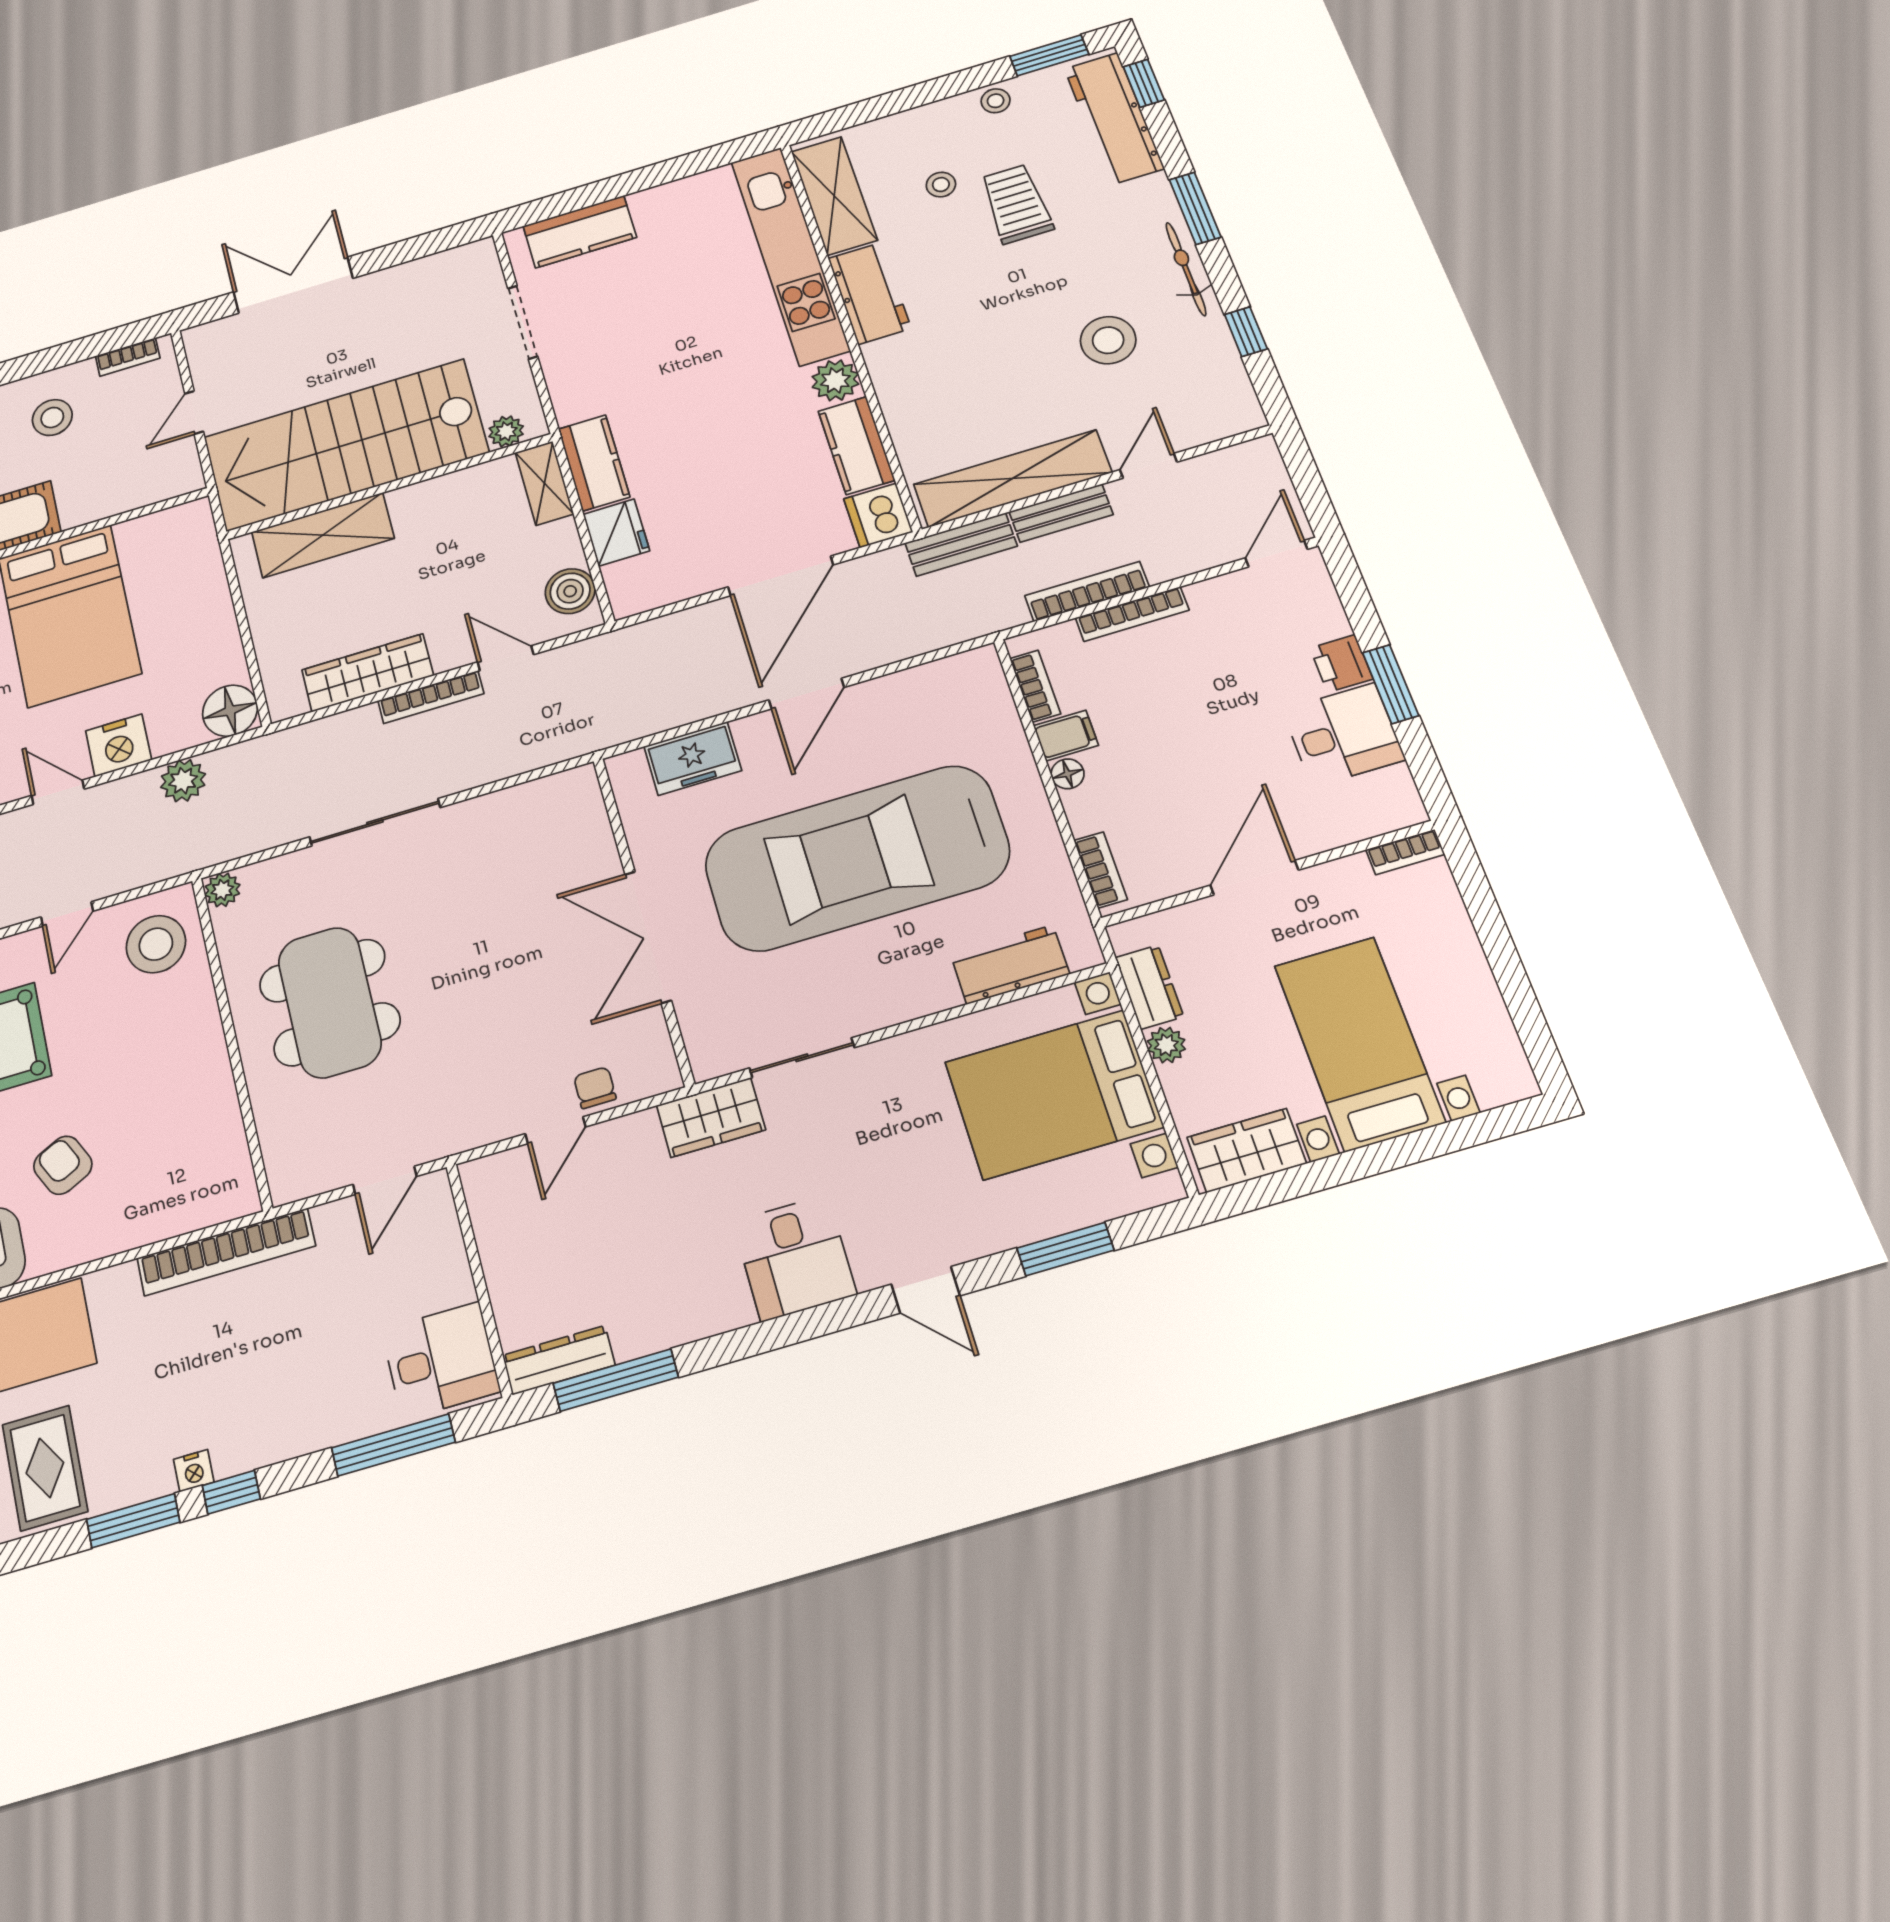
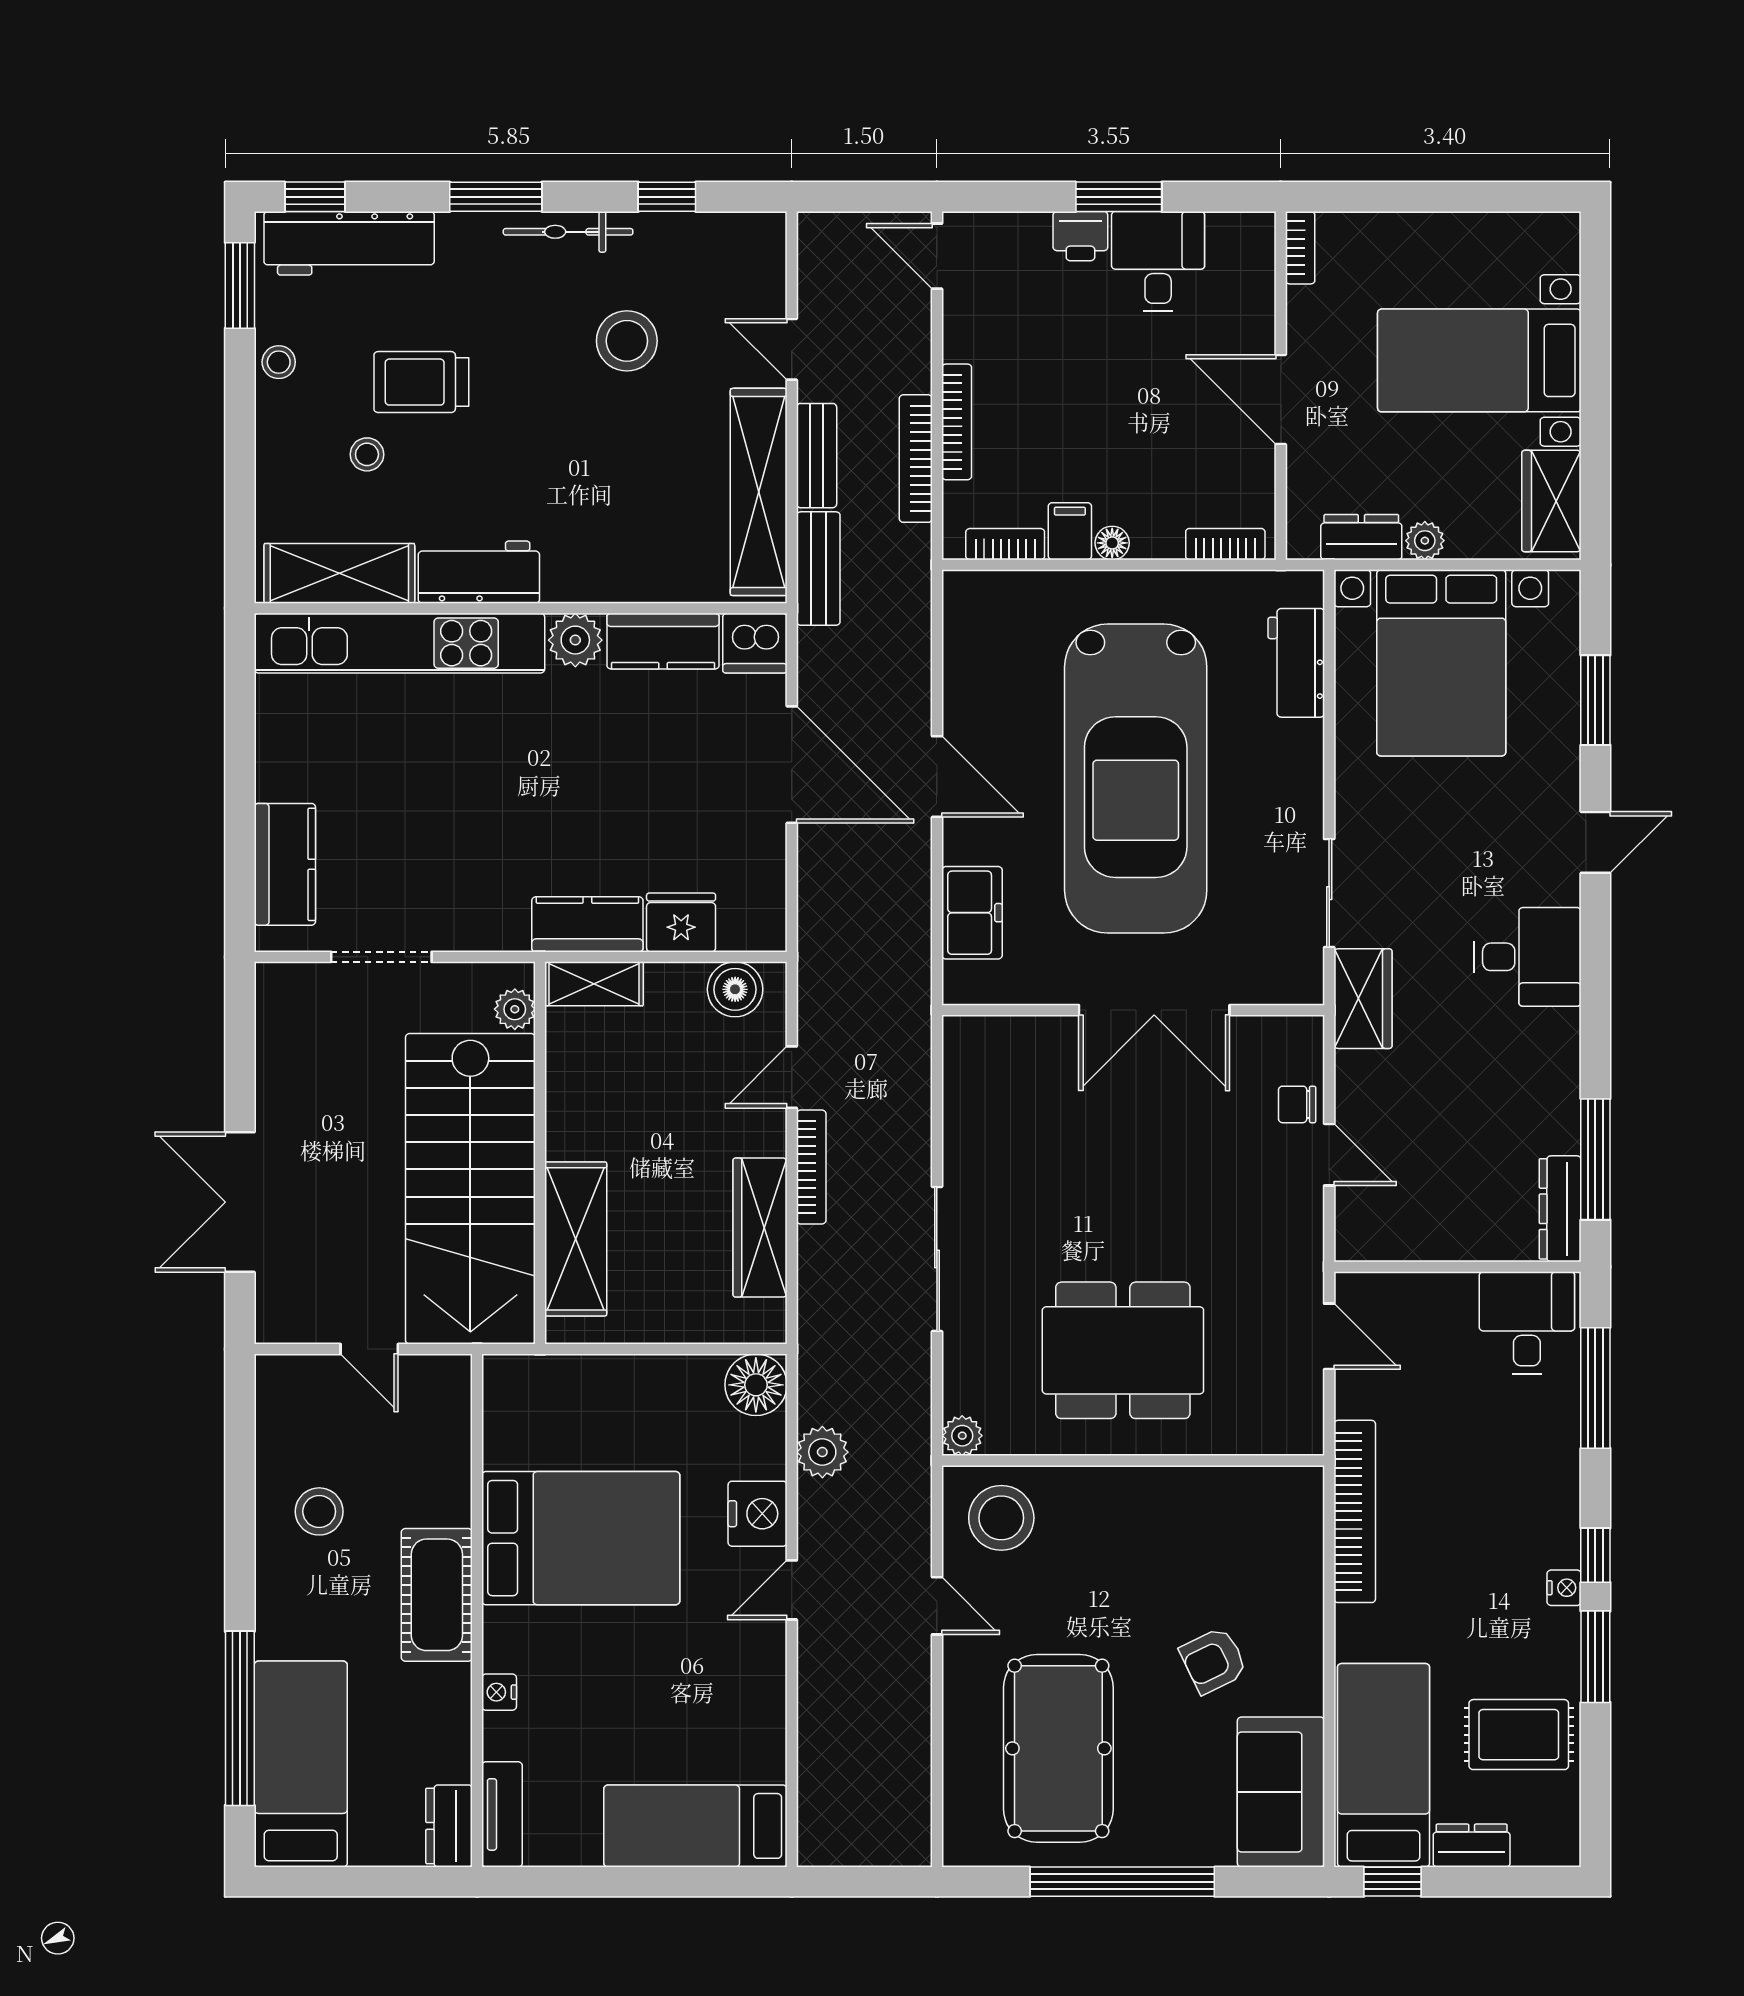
bookcase: (128, 357) -> (269, 1410), removed

